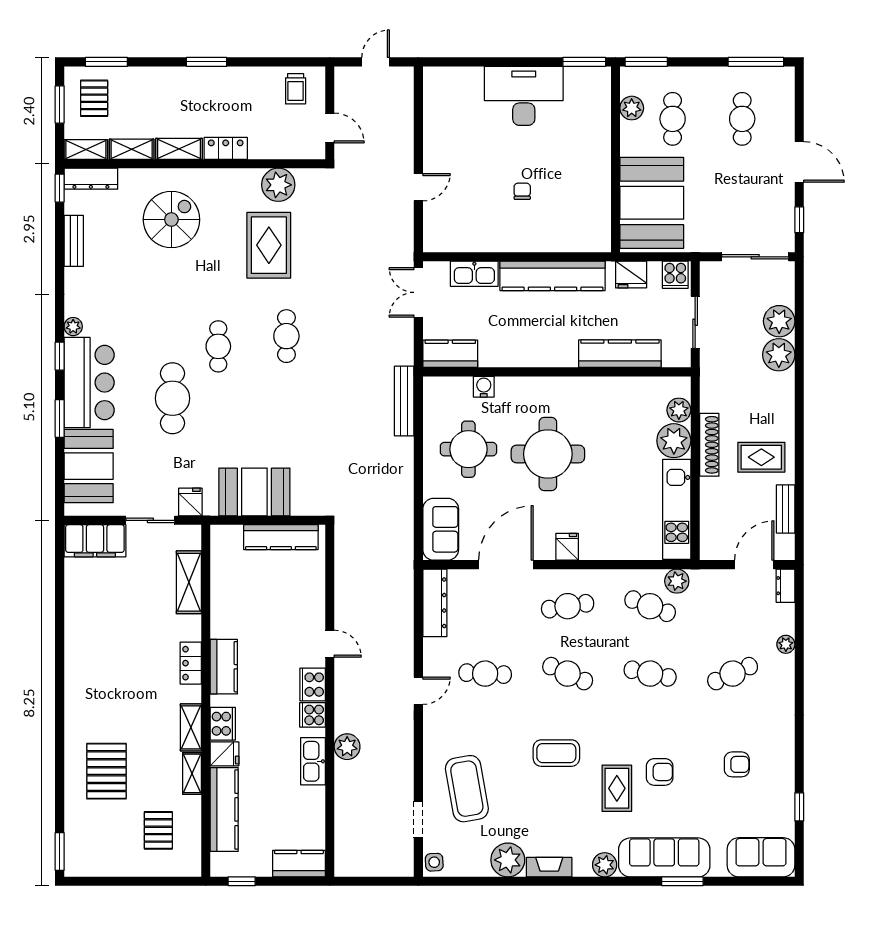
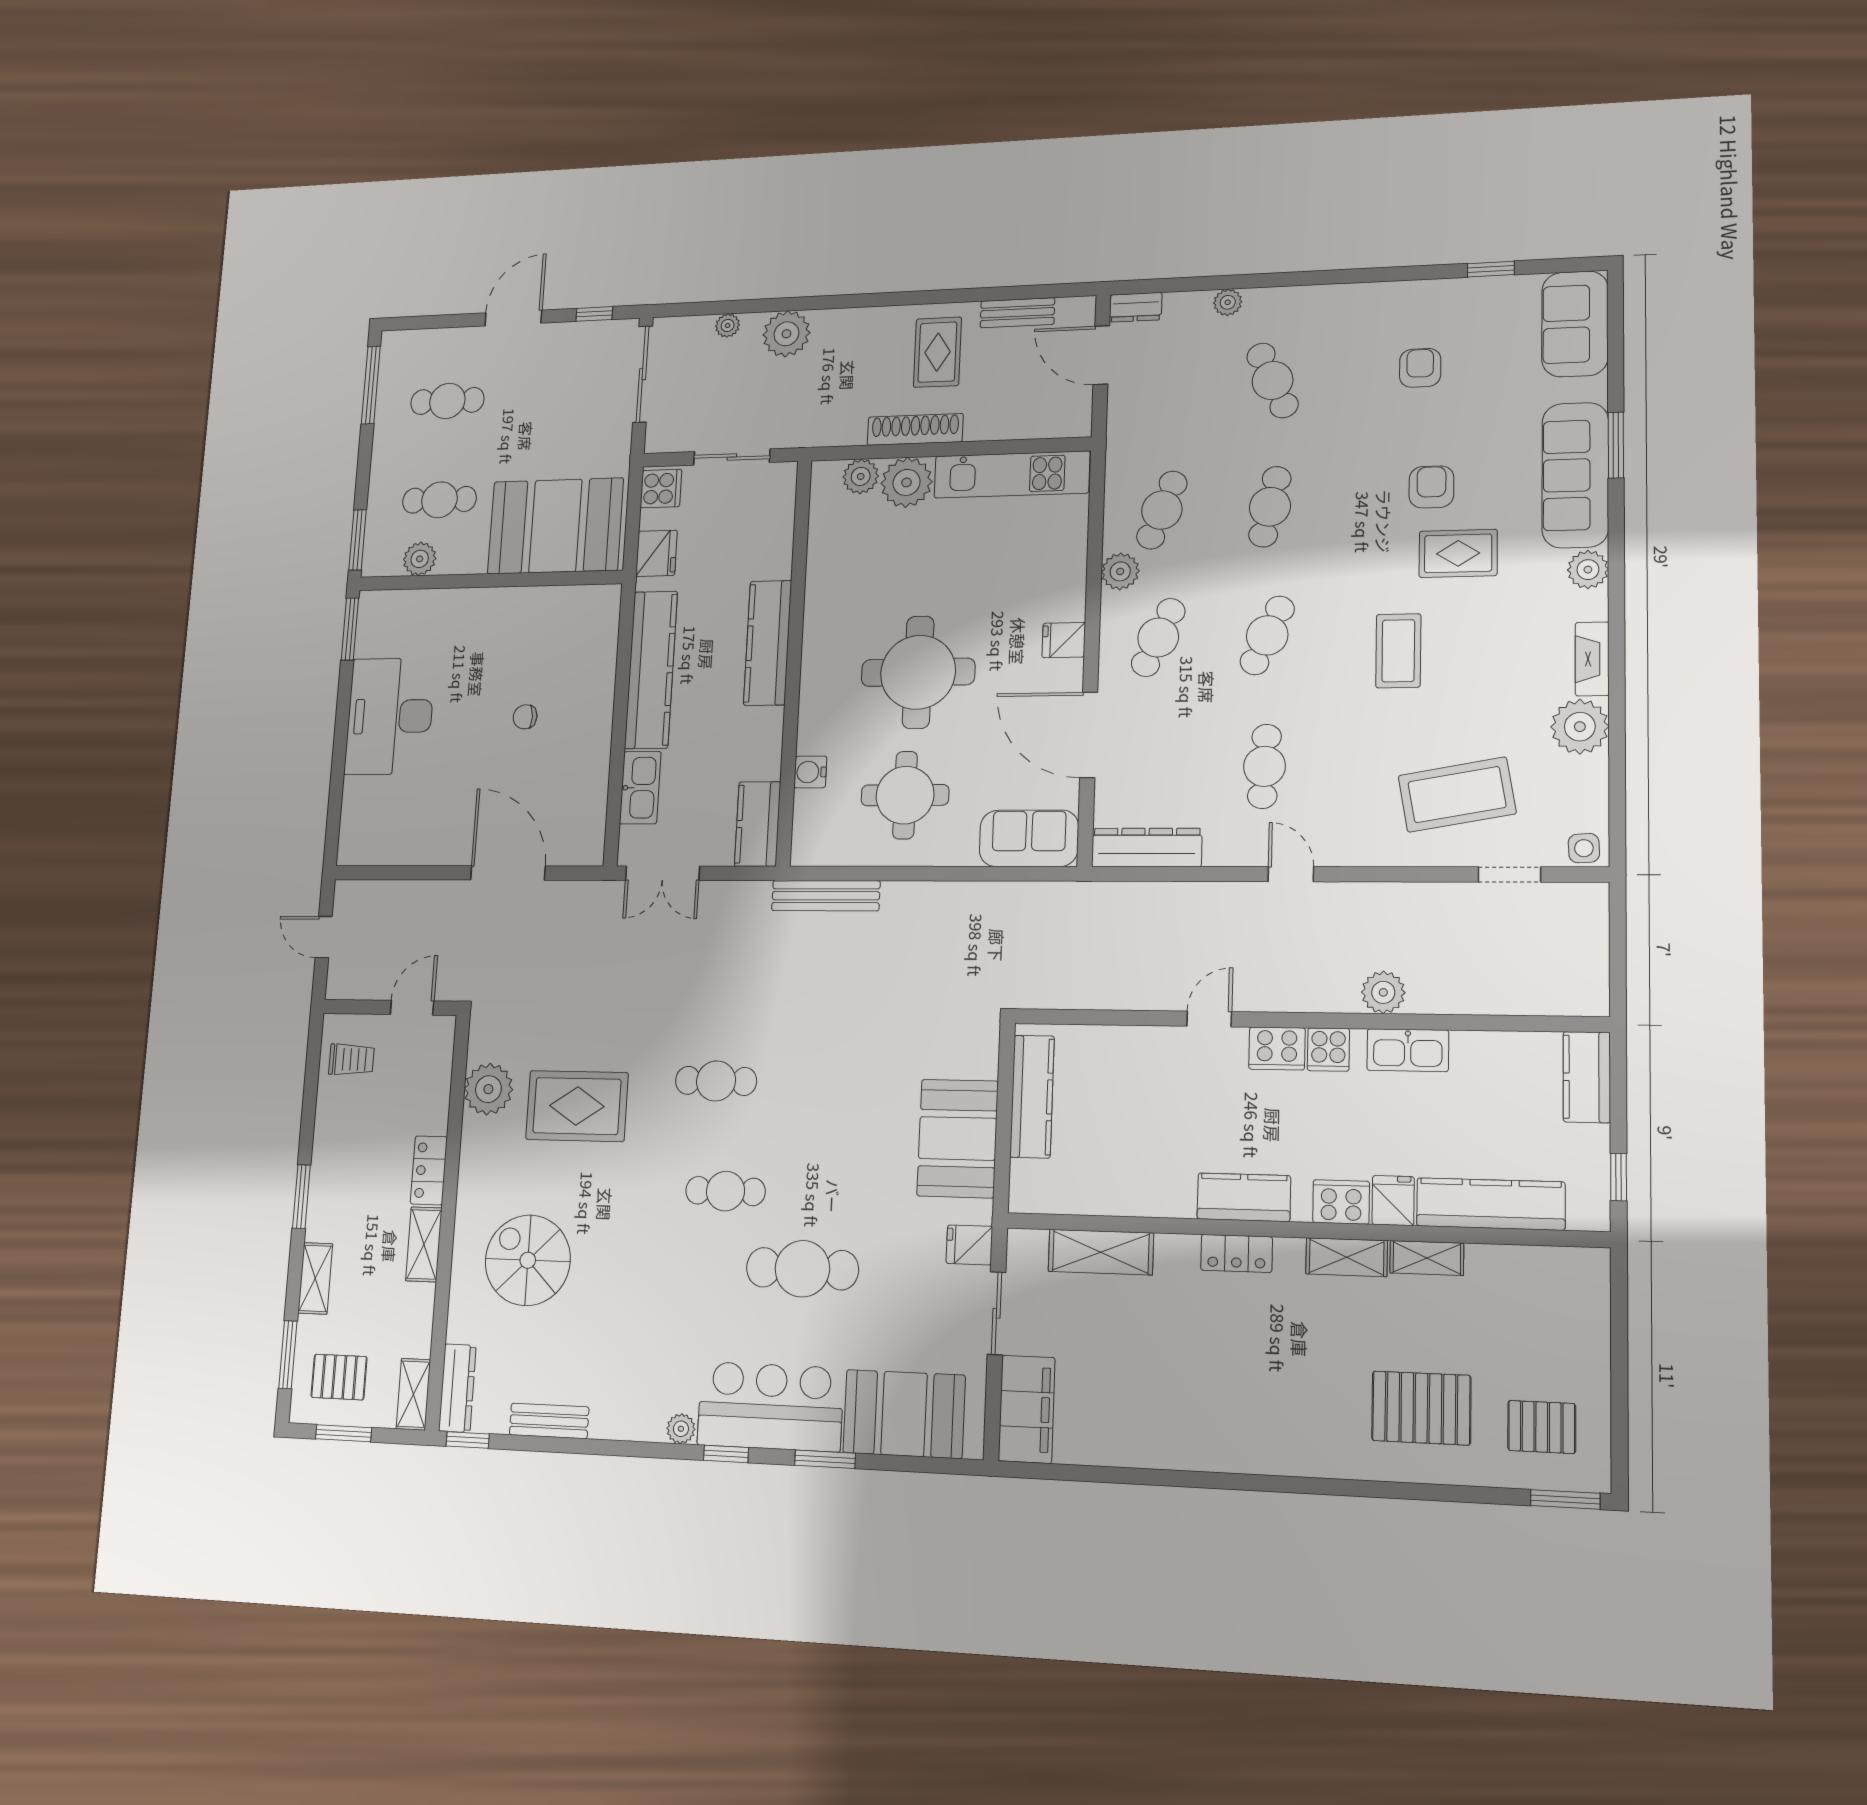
shelving: (132, 149) -> (315, 1278), moved
door: (418, 187) -> (508, 873), width x1.87
plant: (779, 321) -> (728, 325), width x0.53, depth x0.53
kitchen counter: (620, 354) -> (768, 643), moved
plant: (677, 581) -> (1120, 571), moved
cafe table: (568, 606) -> (1158, 637), turned 33
pallet: (158, 830) -> (1542, 1427), moved

